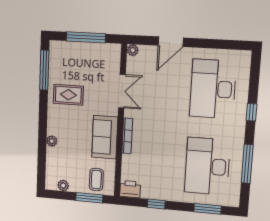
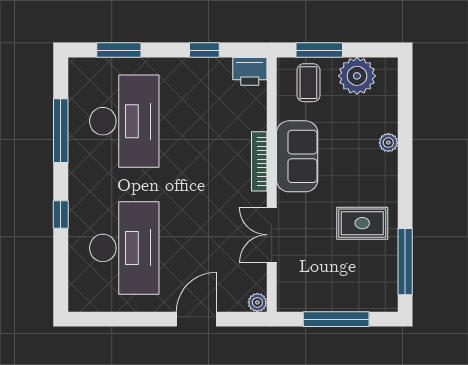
plant: (63, 185) -> (357, 76), width x1.87, depth x1.87

